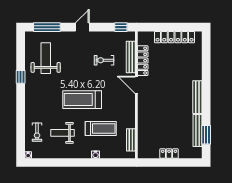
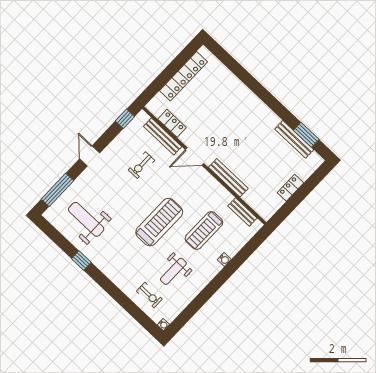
locker: (143, 61) -> (172, 123), width x0.66
bench: (197, 97) -> (228, 178), moved
treadmill: (82, 100) -> (159, 222), turned 180
treadmill: (101, 128) -> (204, 231), turned 180

